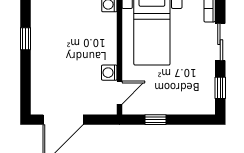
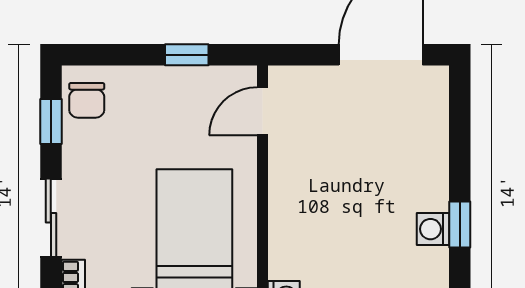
washing machine: (109, 73) -> (433, 229), moved, turned 180
chair: (203, 98) -> (87, 100), added

